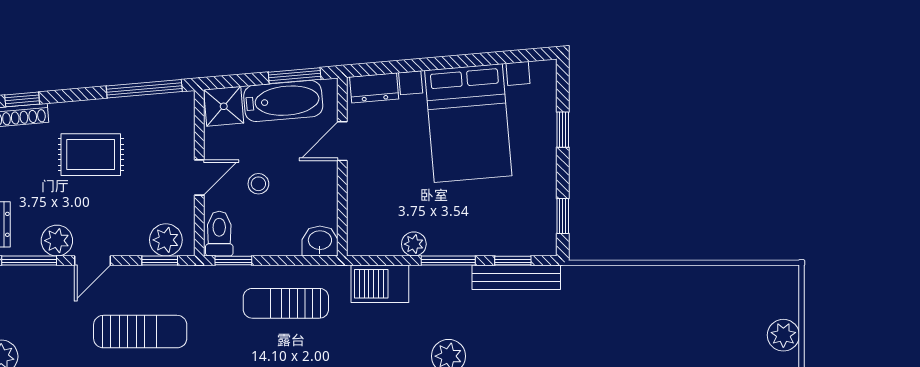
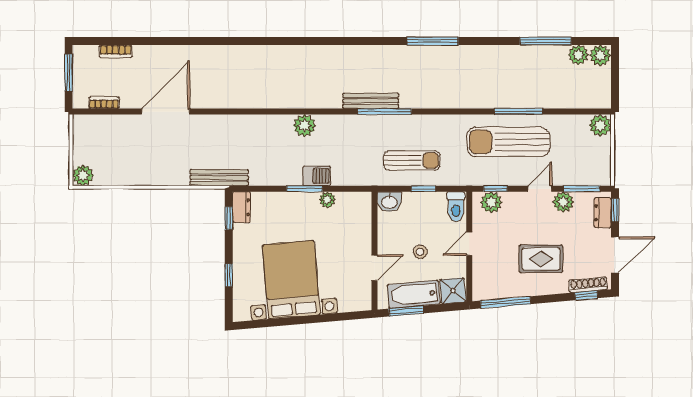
dresser: (374, 88) -> (241, 207), moved, turned 95
stool: (258, 184) -> (420, 252), moved
window: (233, 261) -> (423, 189), moved
window: (513, 261) -> (262, 189), removed
bench: (516, 277) -> (219, 178), moved
barbecue: (380, 284) -> (317, 176), moved, width x0.73, depth x0.79
sun lounger: (140, 332) -> (508, 142), width x1.36, depth x1.34
plant: (783, 335) -> (83, 175), moved

